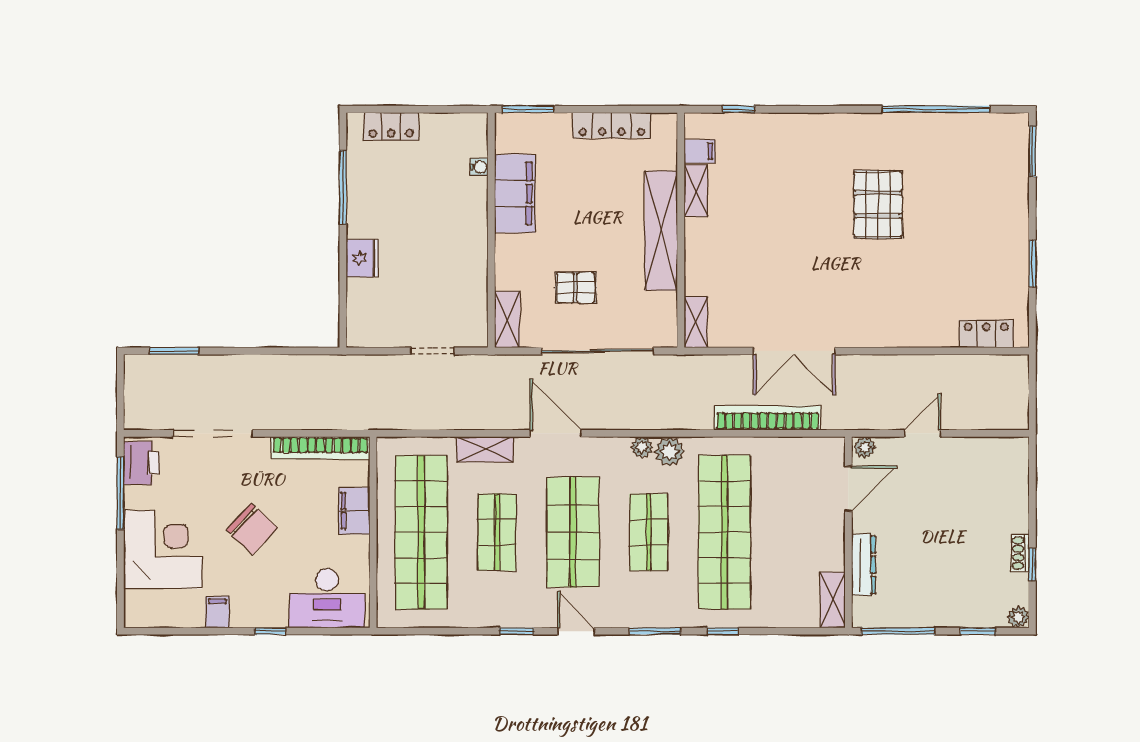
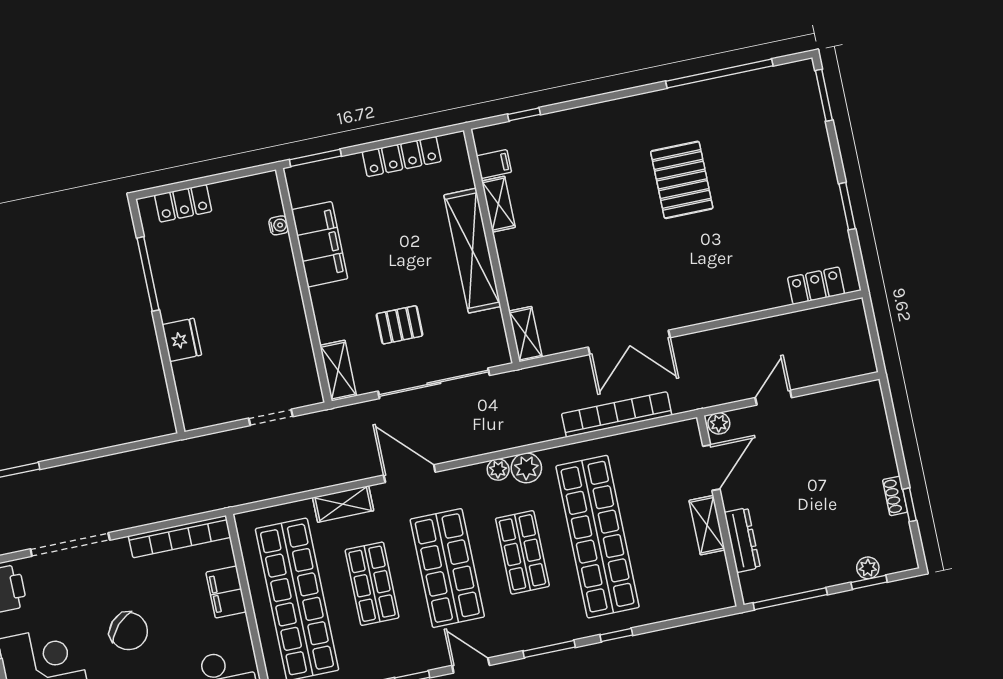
shelving: (833, 600) -> (707, 525), moved
plant: (1018, 617) -> (868, 568), moved

